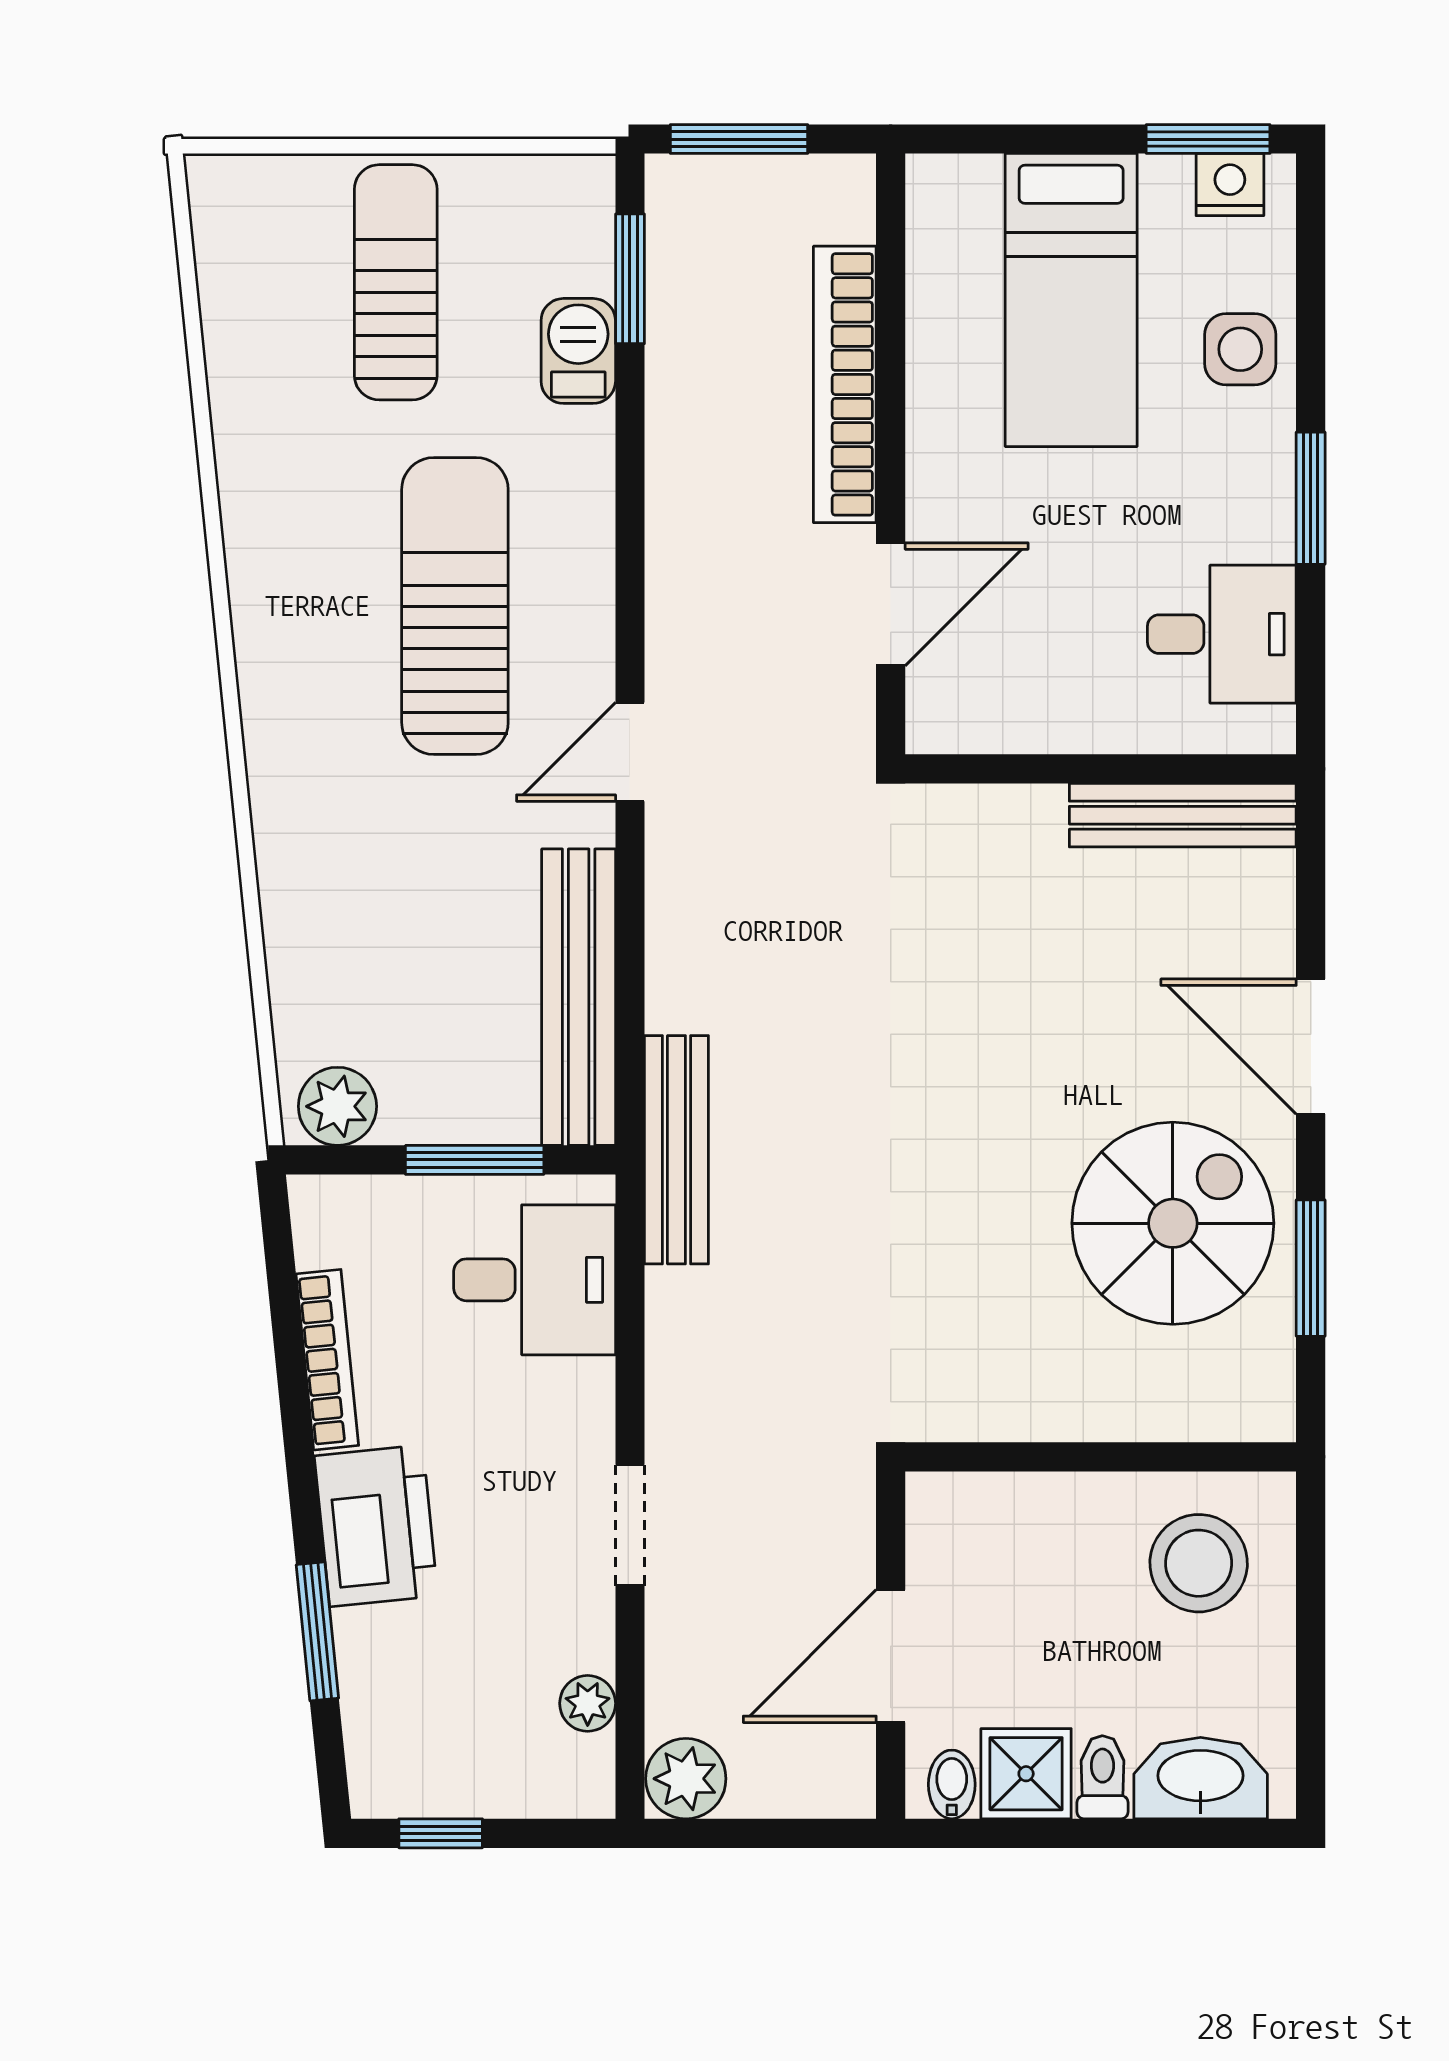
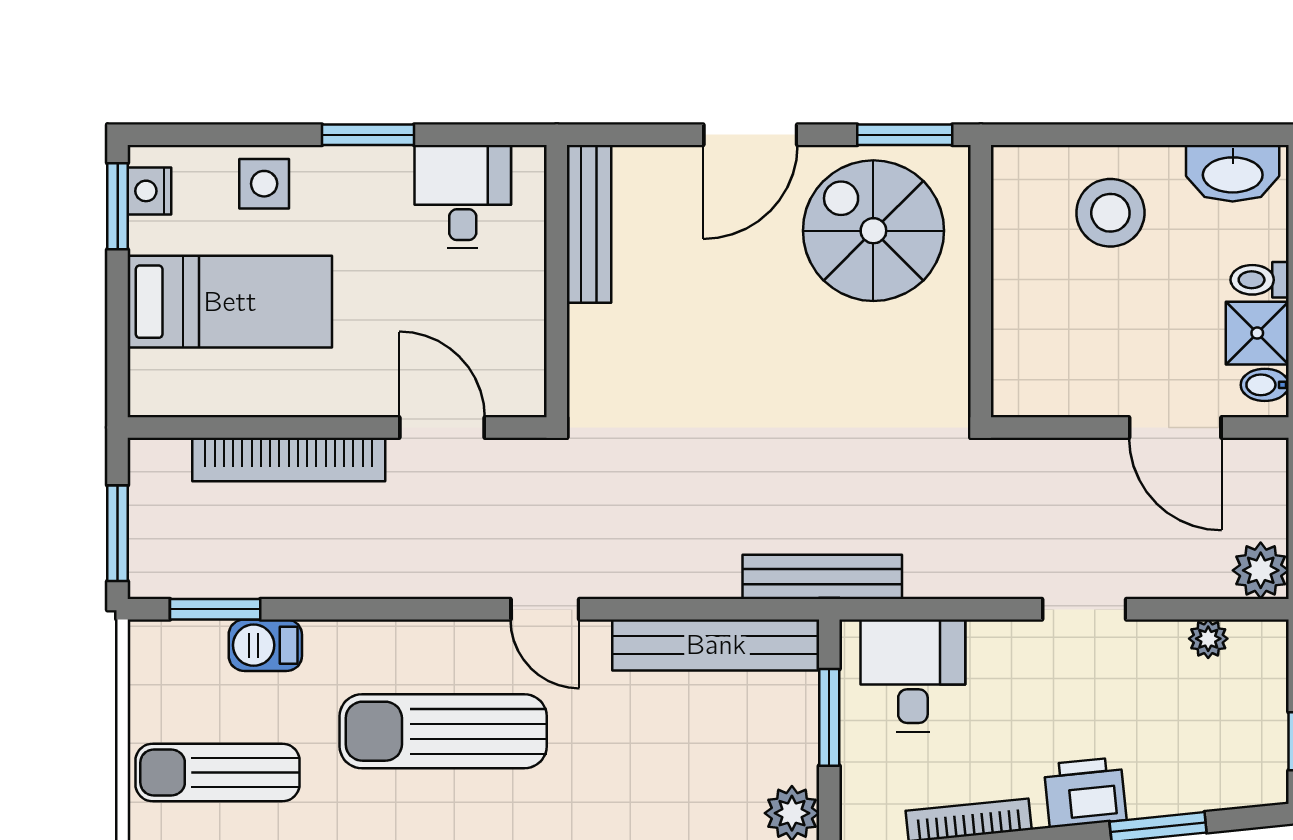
wall: (1101, 1457) -> (981, 281), moved
printer: (376, 1526) -> (1085, 792), width x0.73, depth x0.84
washbasin: (1201, 1778) -> (1233, 173), moved, turned -90

